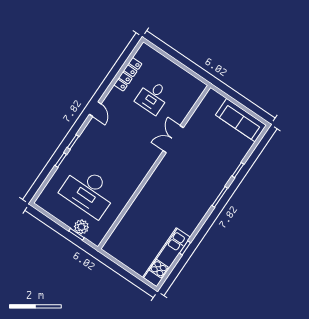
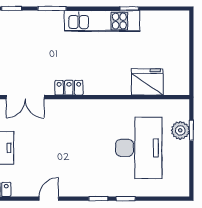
locker: (160, 172) -> (69, 88), added
fridge: (128, 227) -> (147, 82), added
kitchen unit: (167, 257) -> (102, 21), moved

